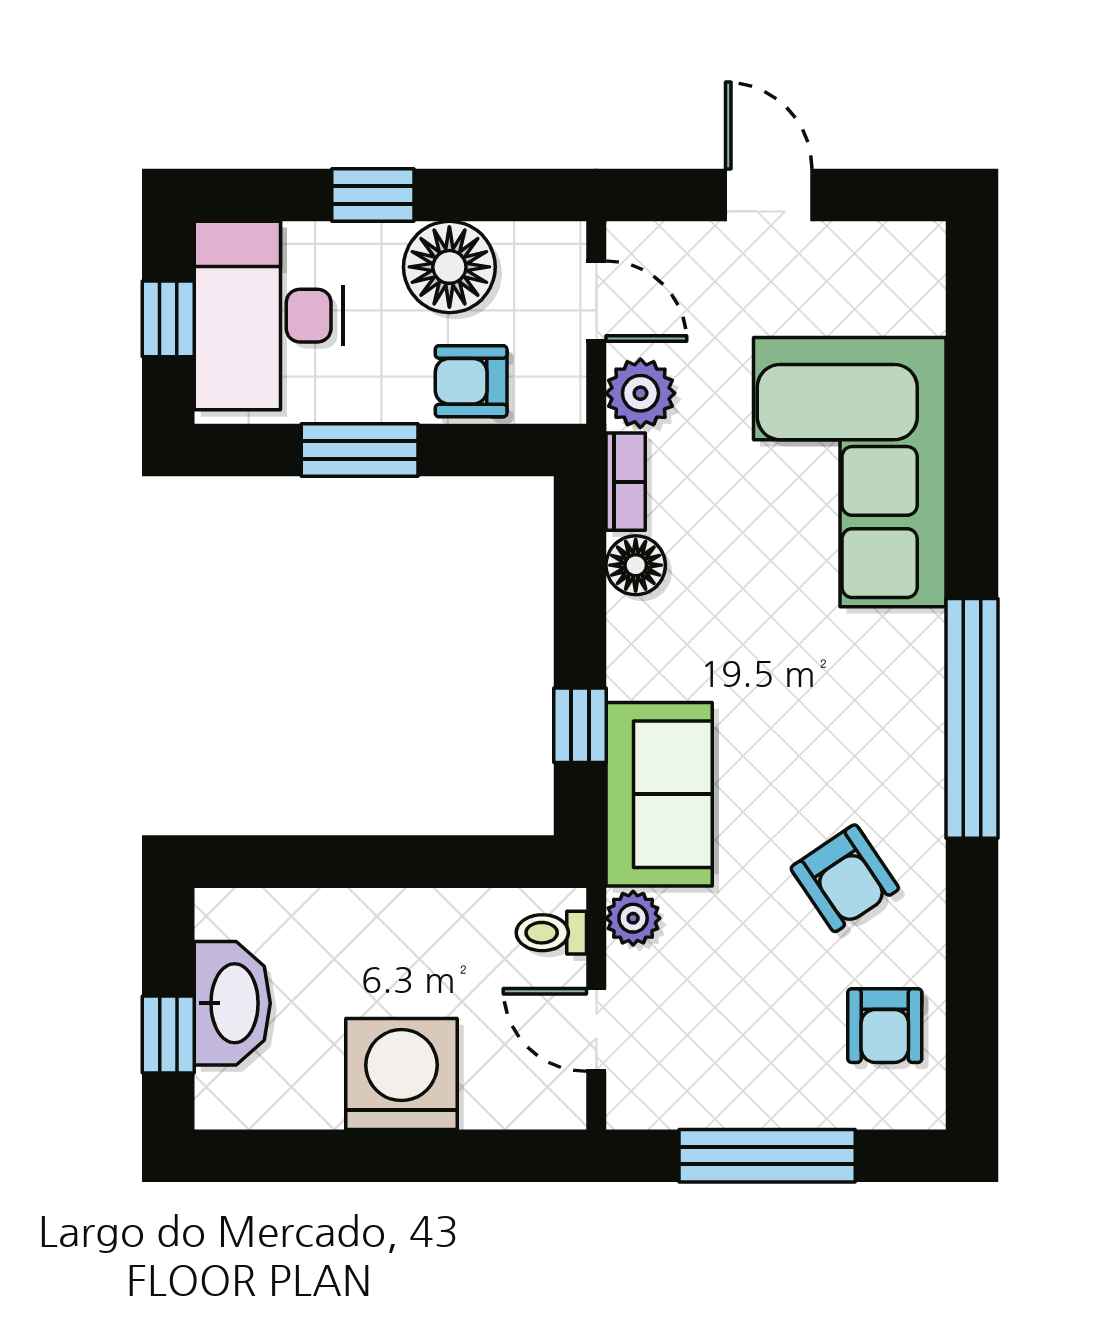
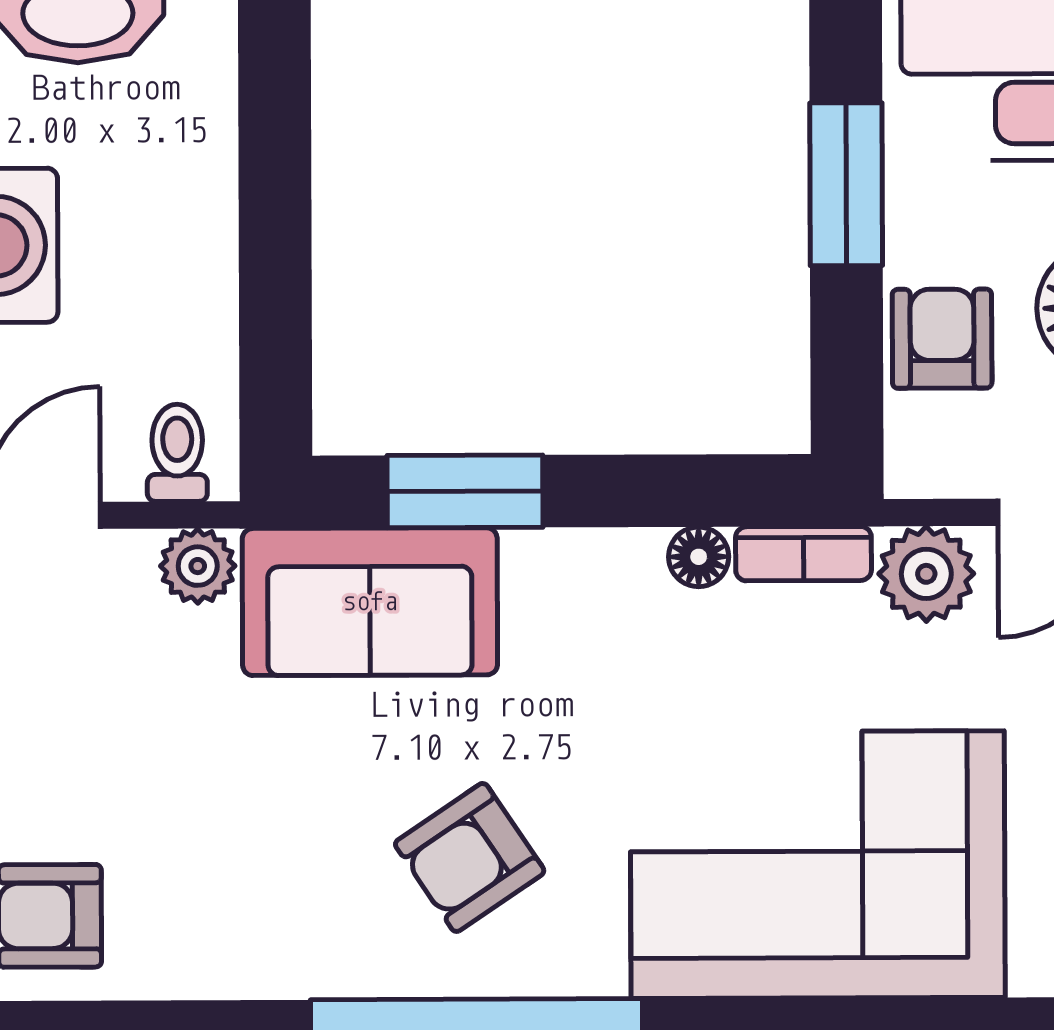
floor lamp: (636, 565) -> (699, 557), width x0.73, depth x0.73
window: (580, 725) -> (465, 491), width x1.50
armchair: (845, 878) -> (470, 857), moved

